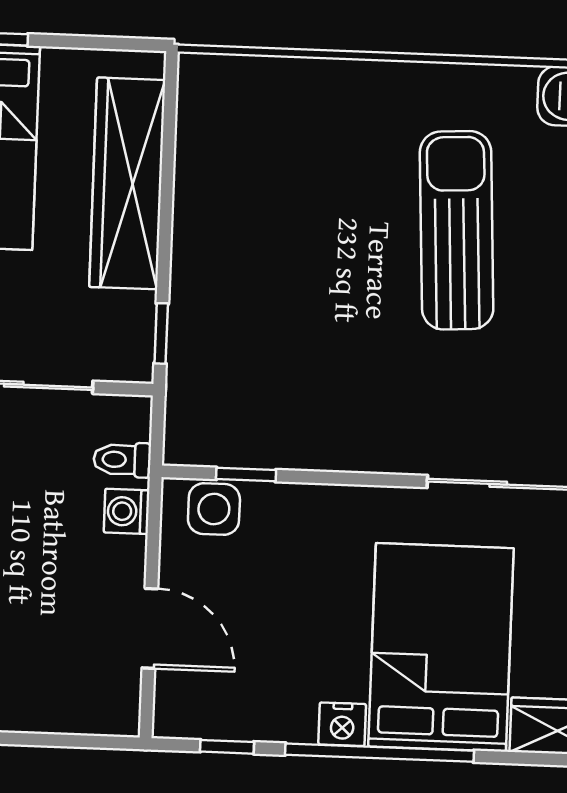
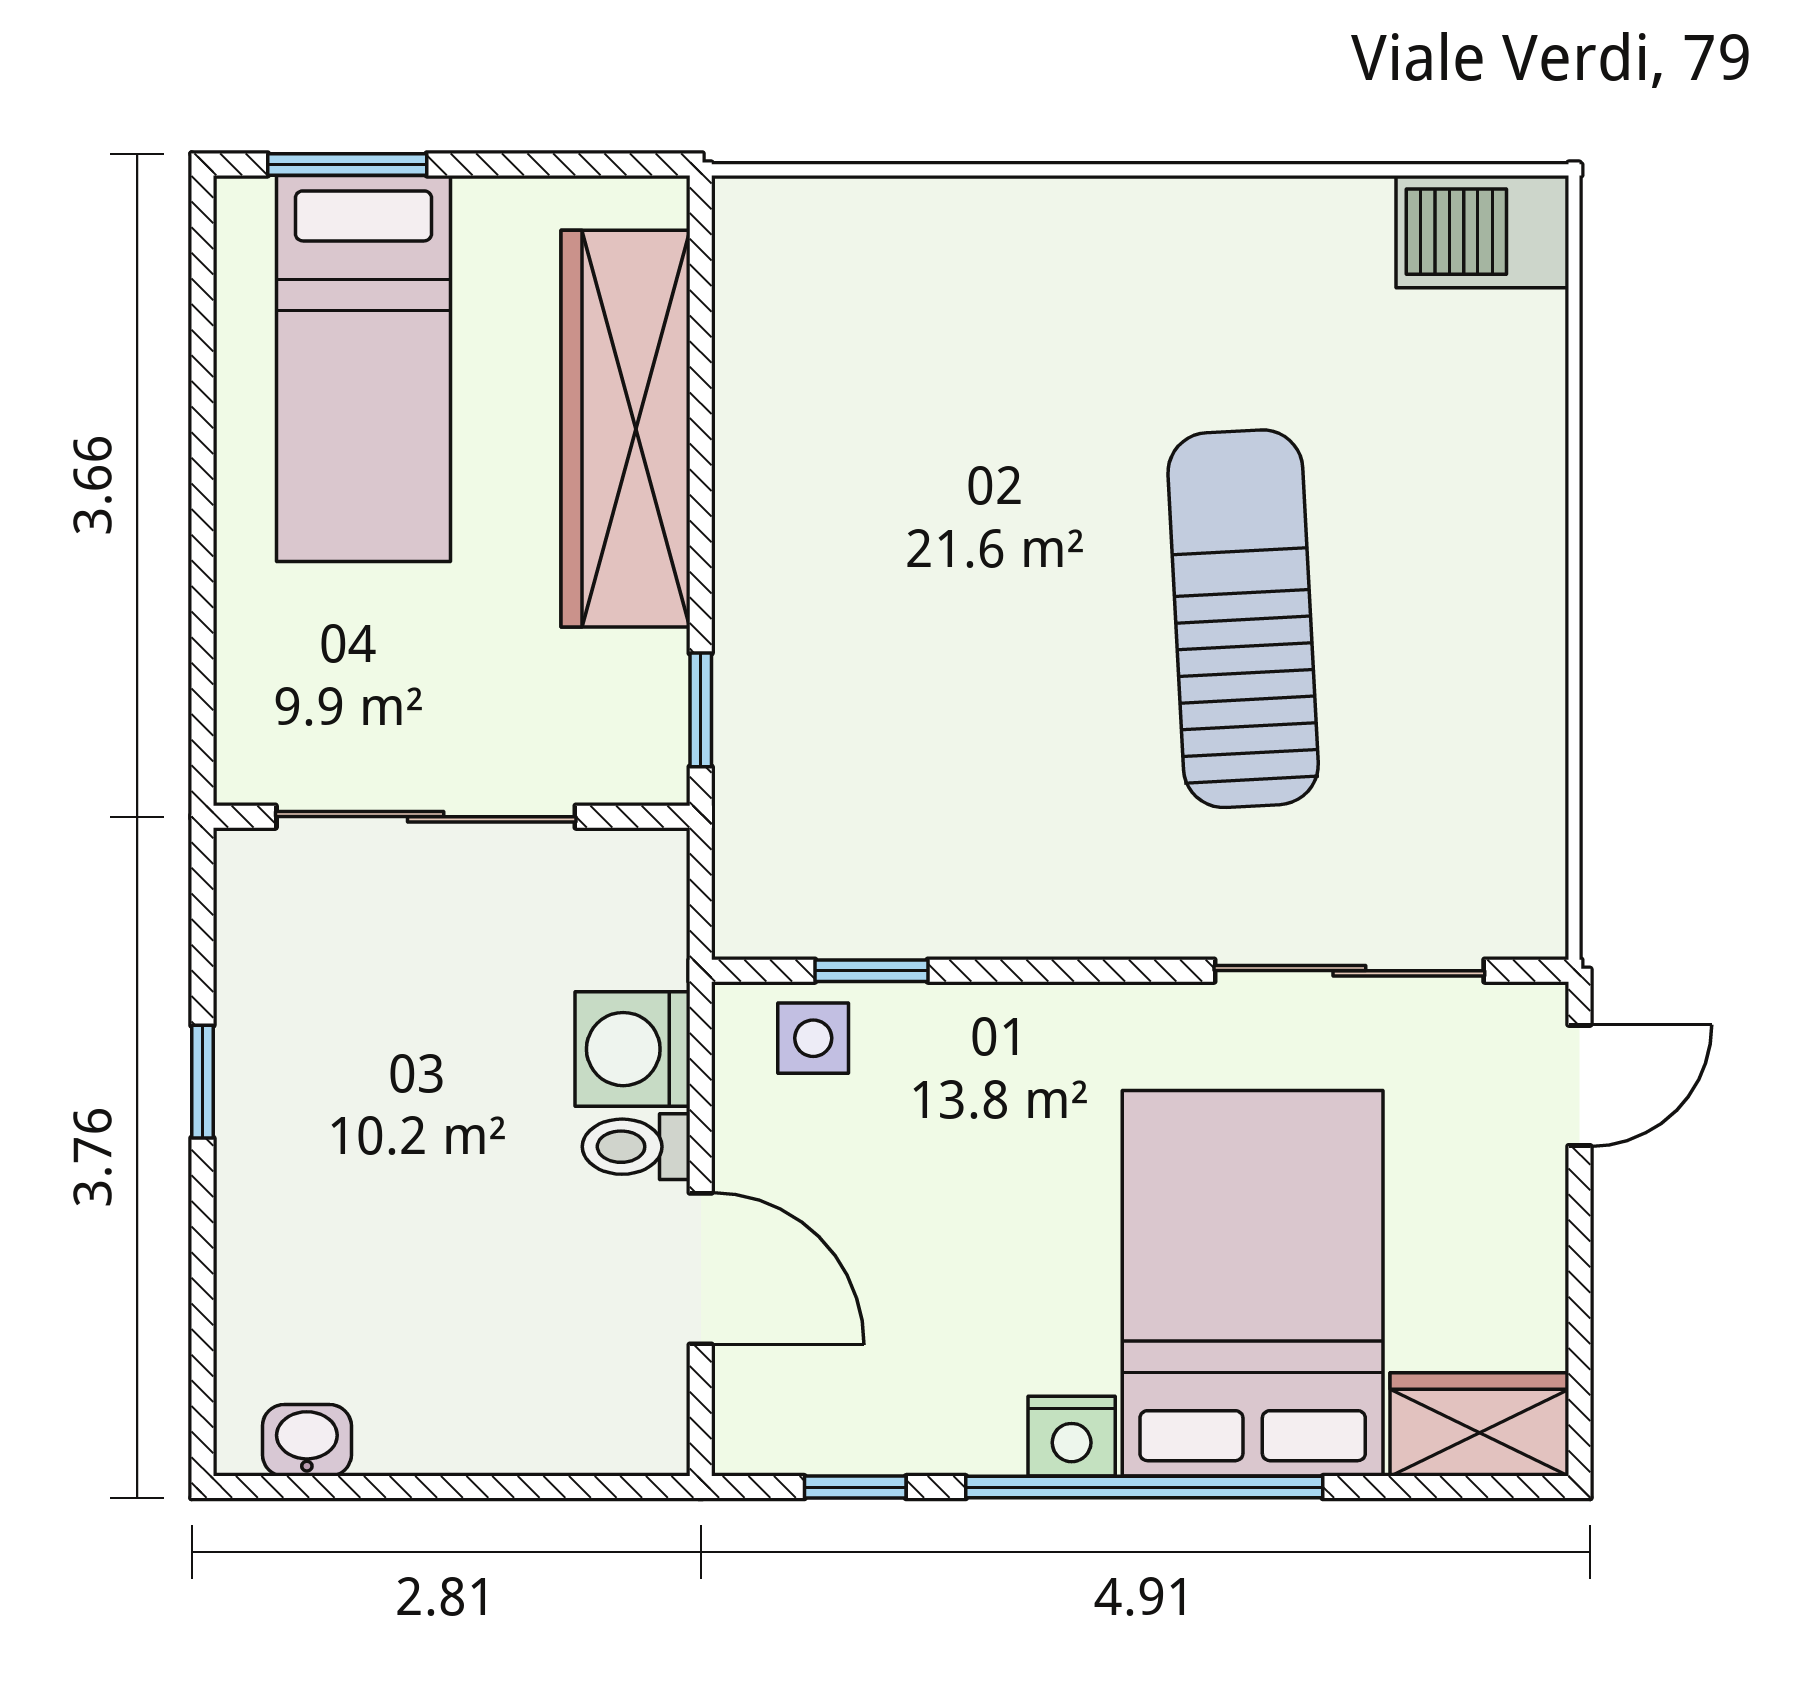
sun lounger: (457, 230) -> (1243, 619), moved
toilet: (122, 460) -> (636, 1147), moved
side table: (214, 509) -> (813, 1038), width x0.73, depth x0.73
washing machine: (127, 511) -> (632, 1049), width x1.38, depth x1.38

